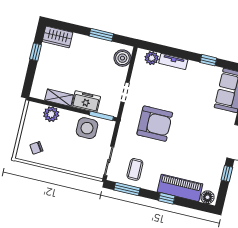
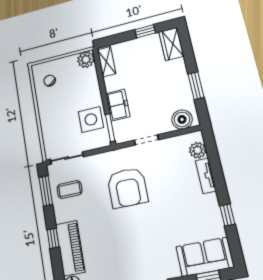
shelving: (59, 98) -> (106, 62), moved
plant: (51, 114) -> (86, 60), moved

